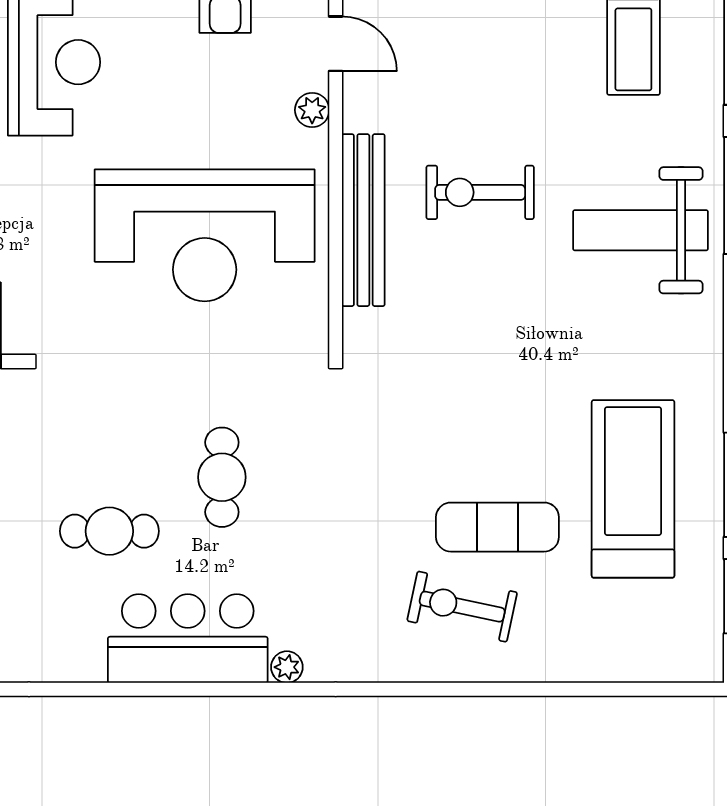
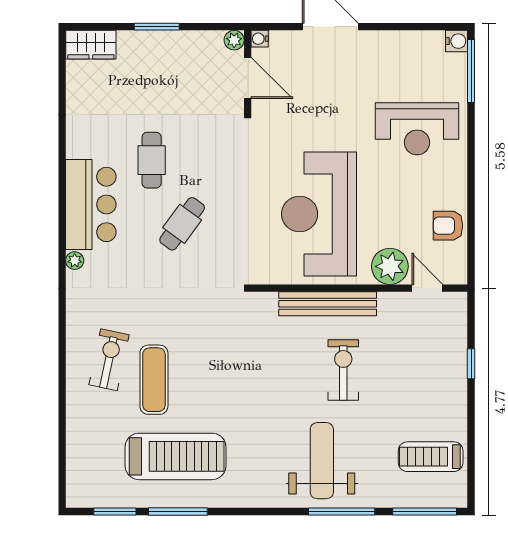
door: (336, 44) -> (427, 288), swing flipped
plant: (312, 110) -> (390, 266), width x1.87, depth x1.87
cafe table: (222, 477) -> (182, 224), turned -54

